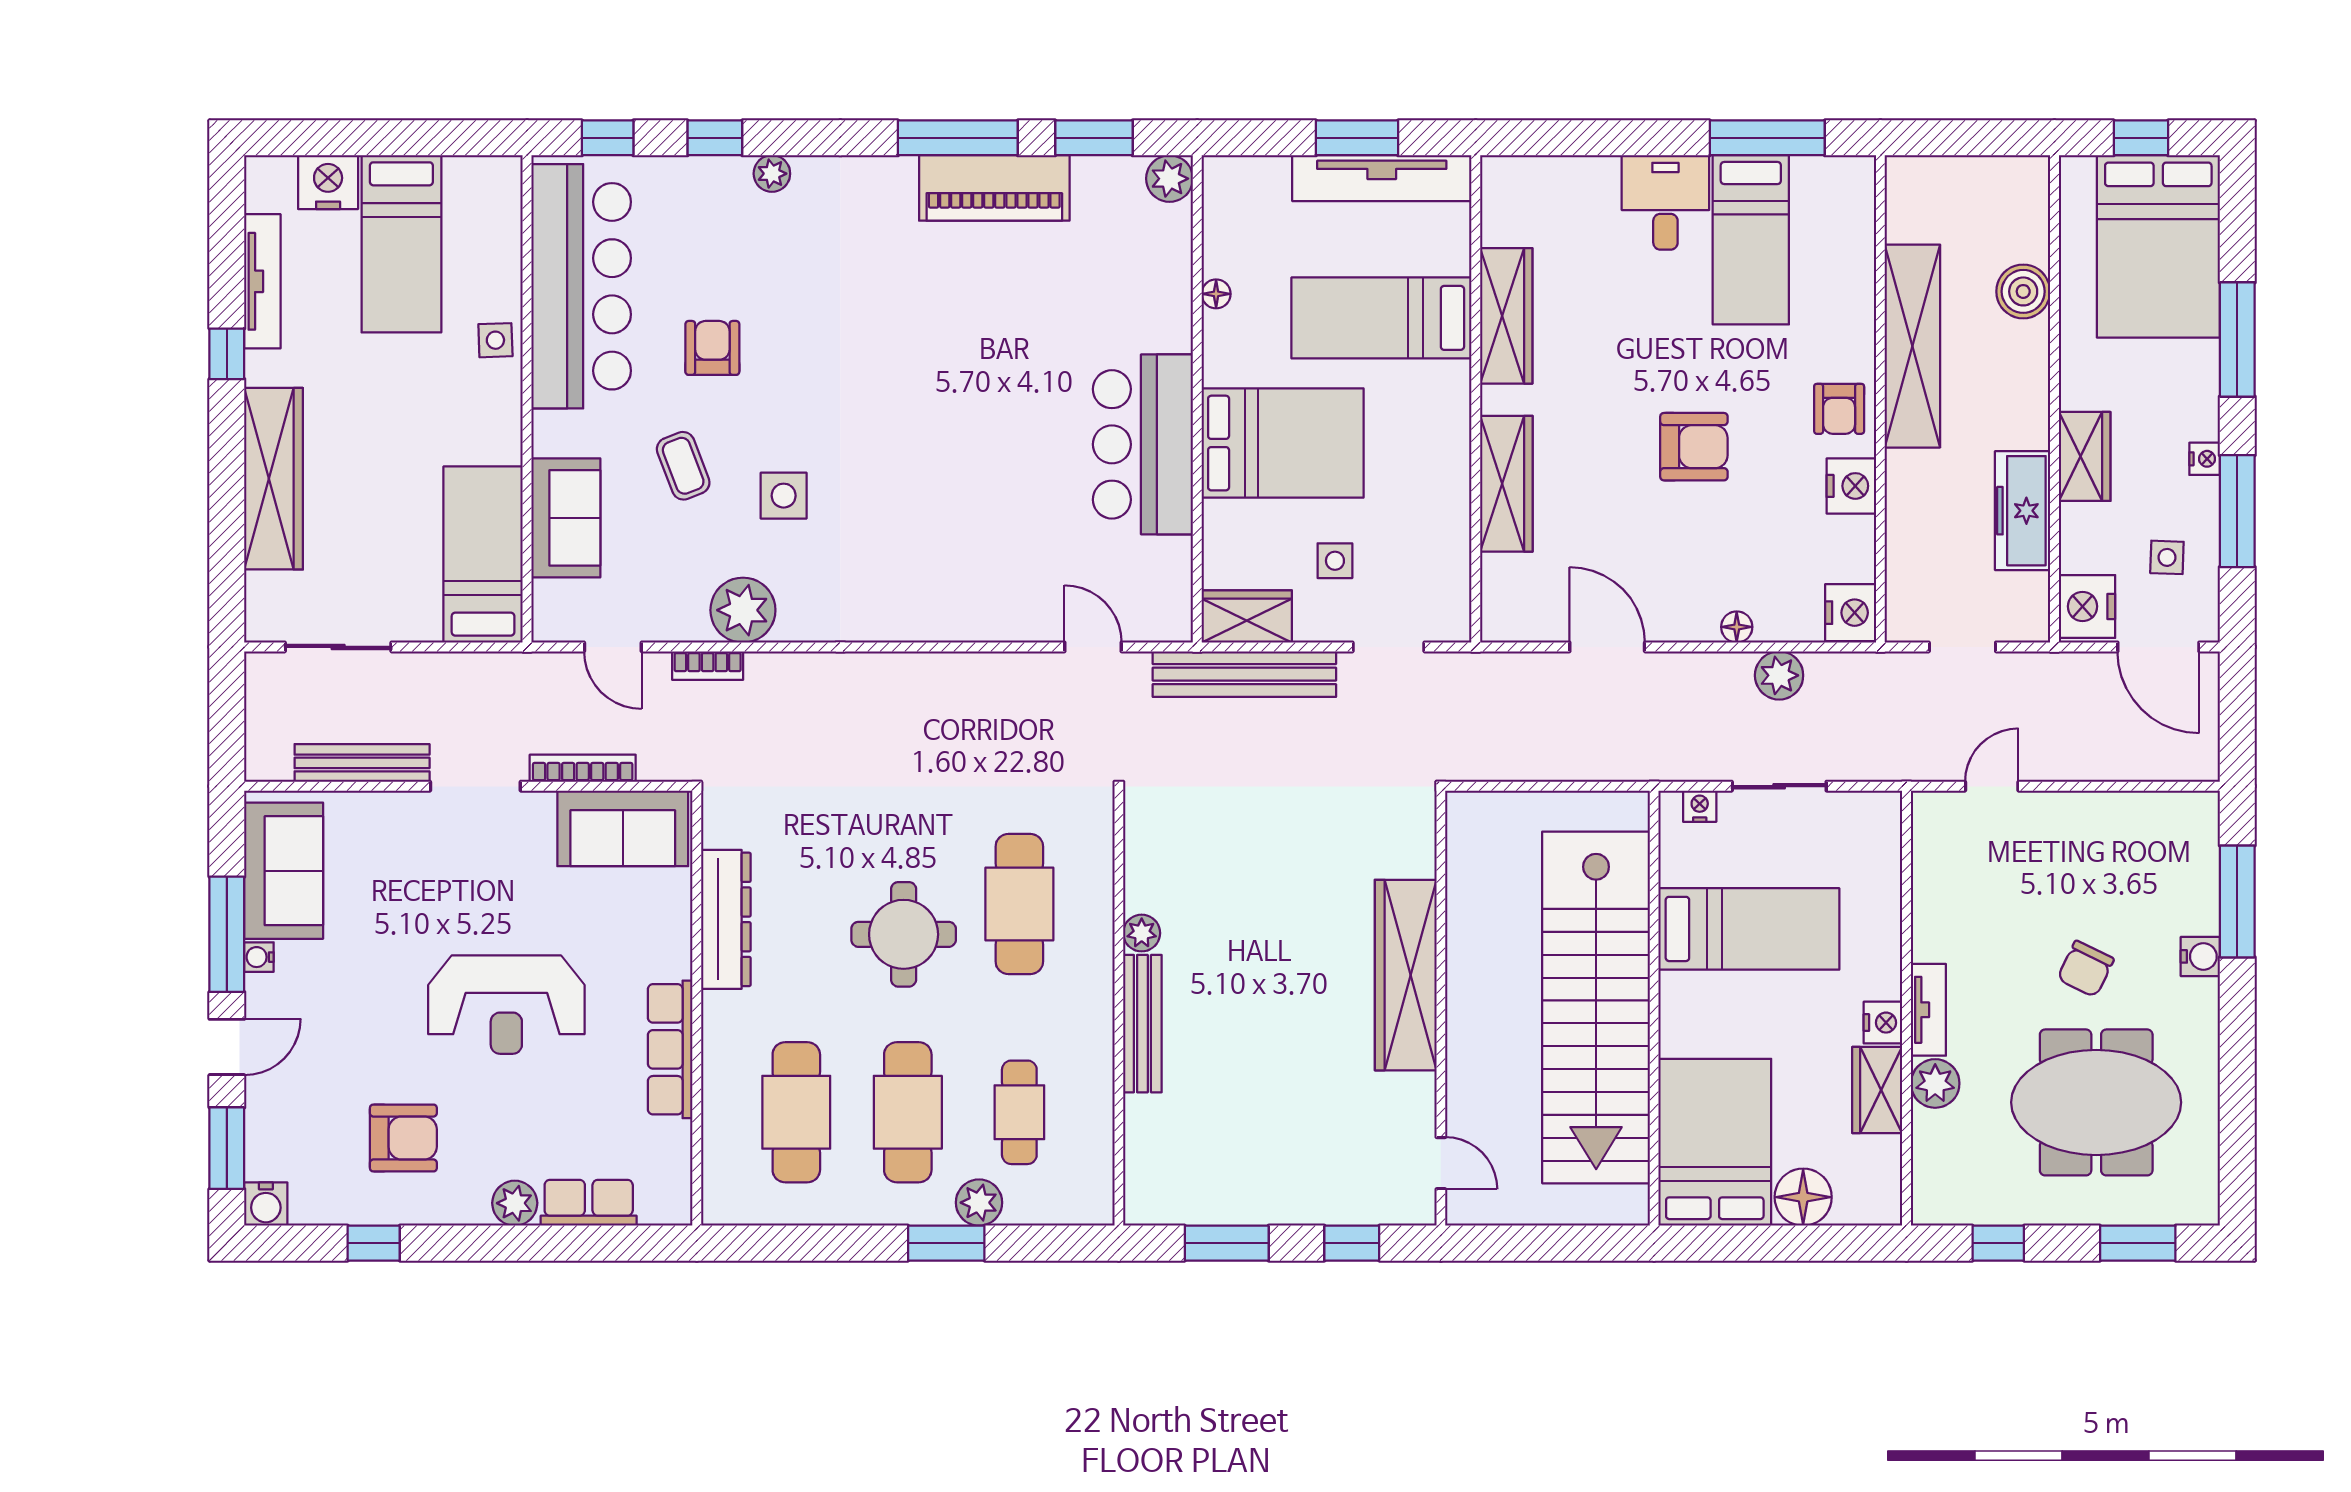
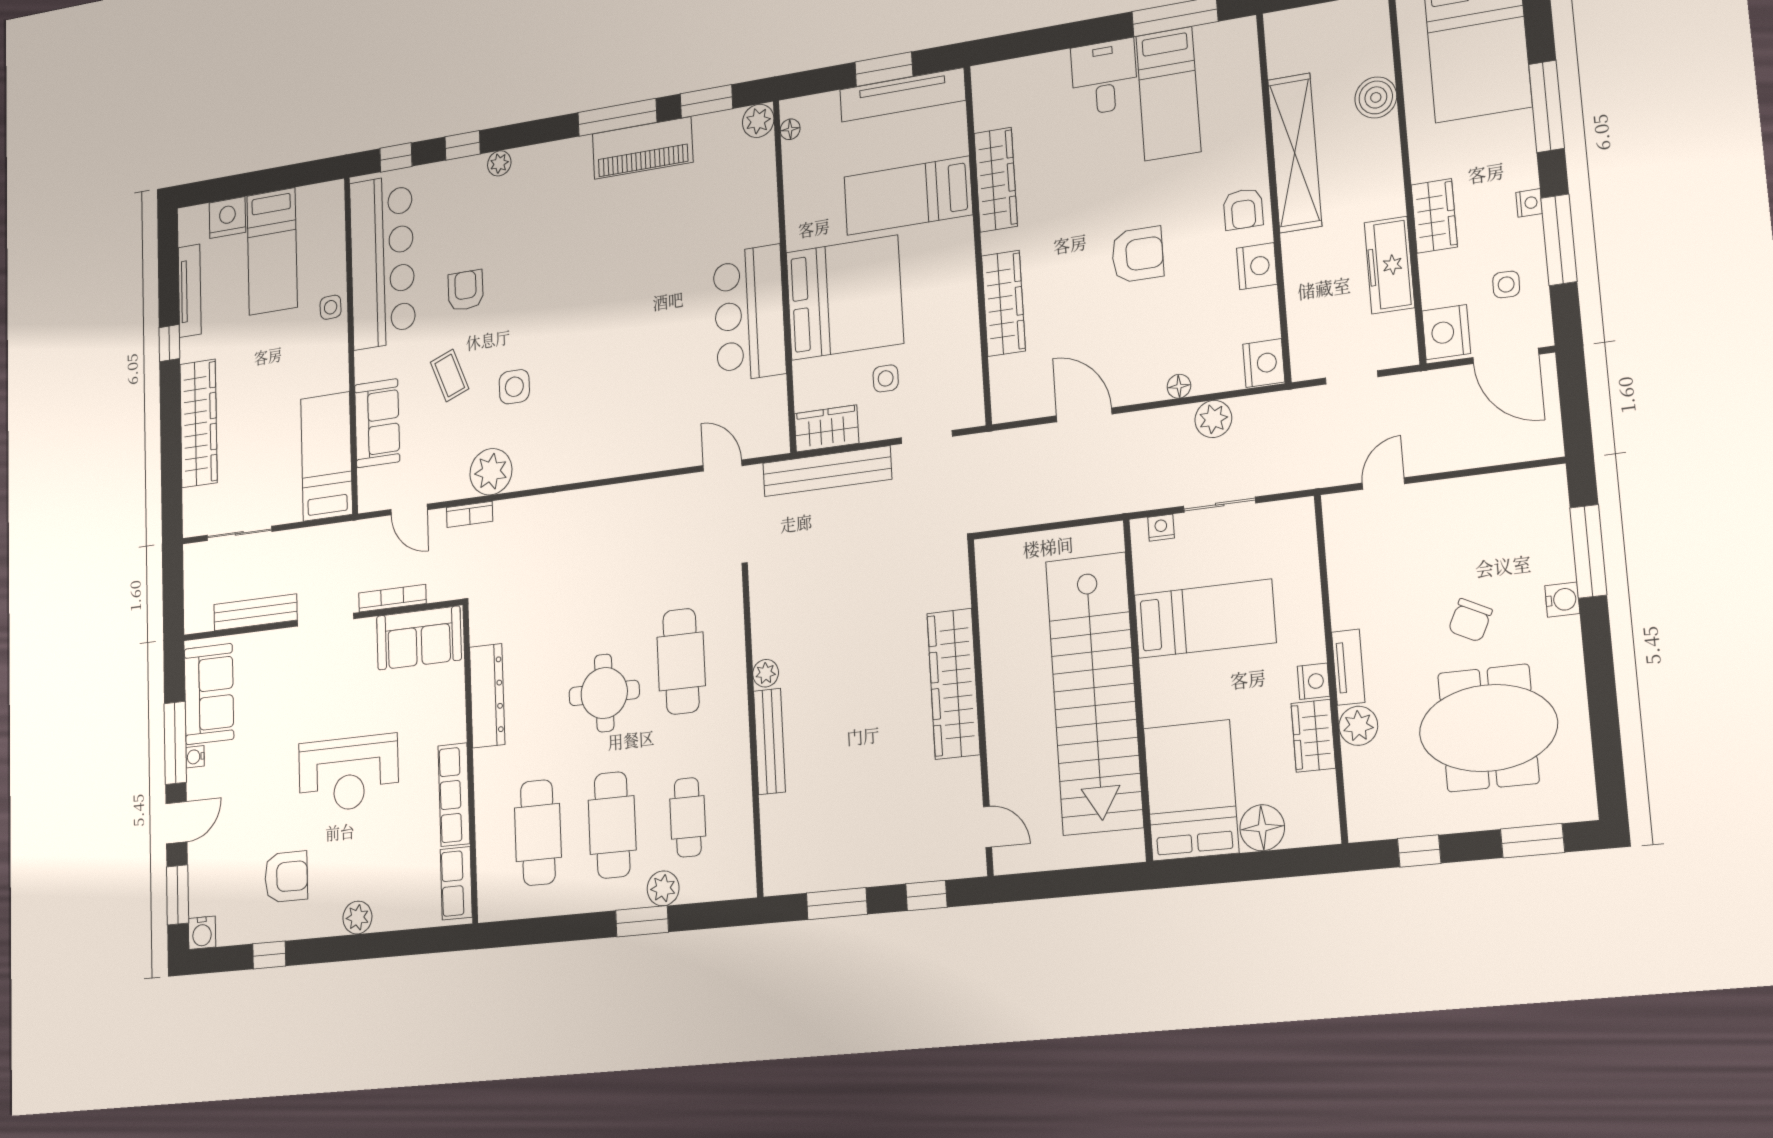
floor lamp: (1216, 294) -> (790, 129), moved
bed: (1283, 443) -> (845, 298), width x1.36
row of seats: (589, 1203) -> (456, 883), moved, turned -90

